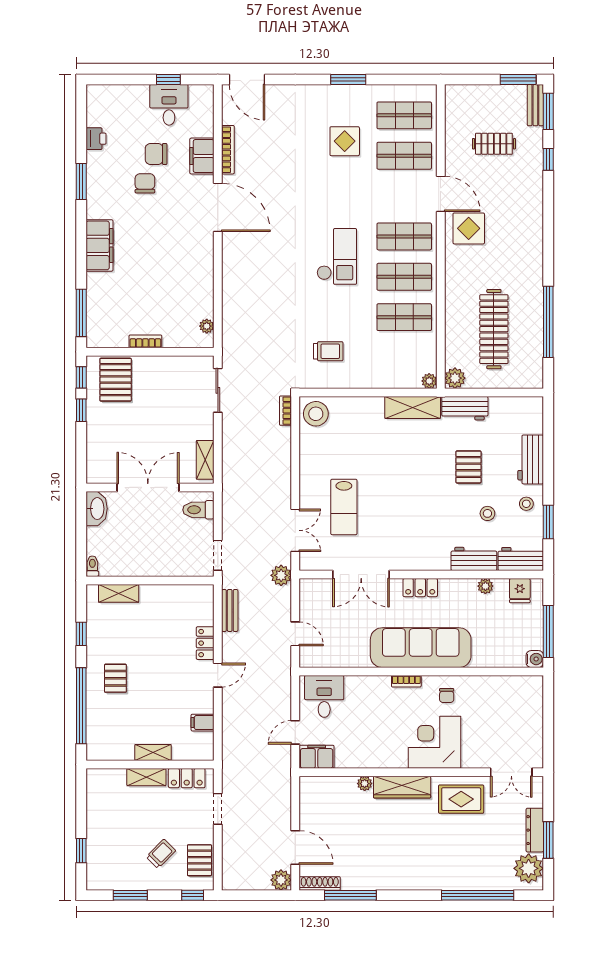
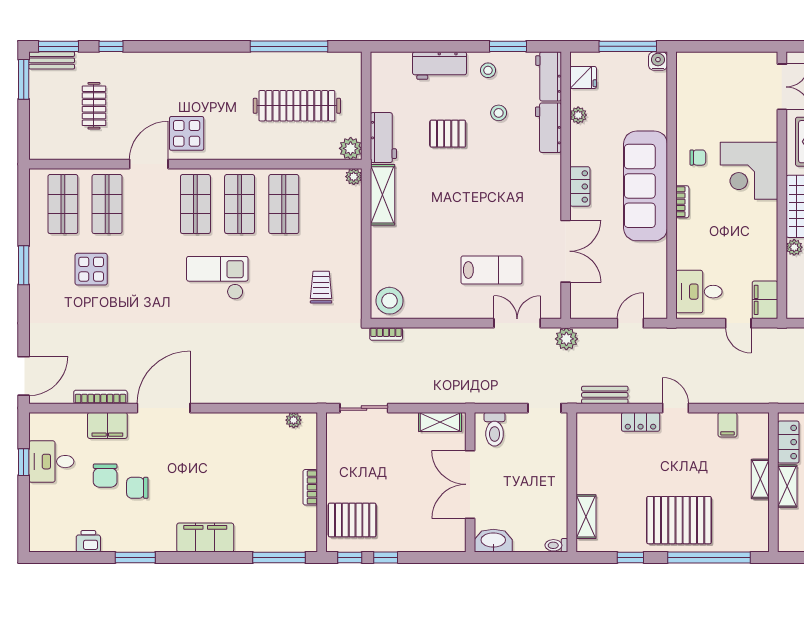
pallet: (115, 678) -> (679, 520), width x2.05, depth x2.00

